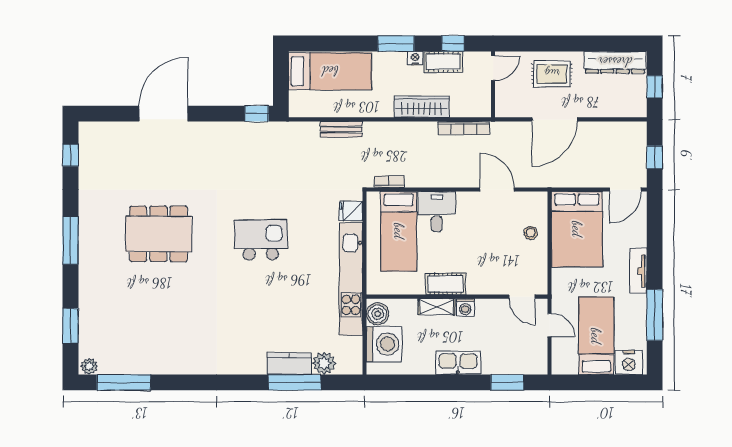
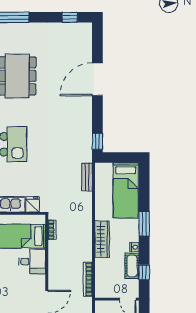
window: (396, 43) -> (144, 224), moved
wardrobe: (422, 107) -> (102, 239), moved
door: (163, 114) -> (97, 79), swing flipped
bench: (341, 129) -> (87, 177), moved

